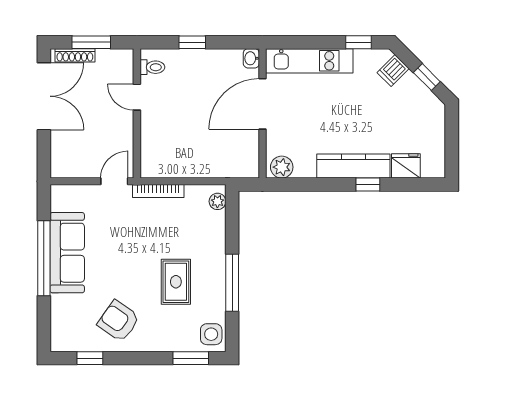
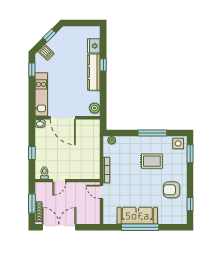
armchair: (119, 321) -> (171, 190), turned 55

